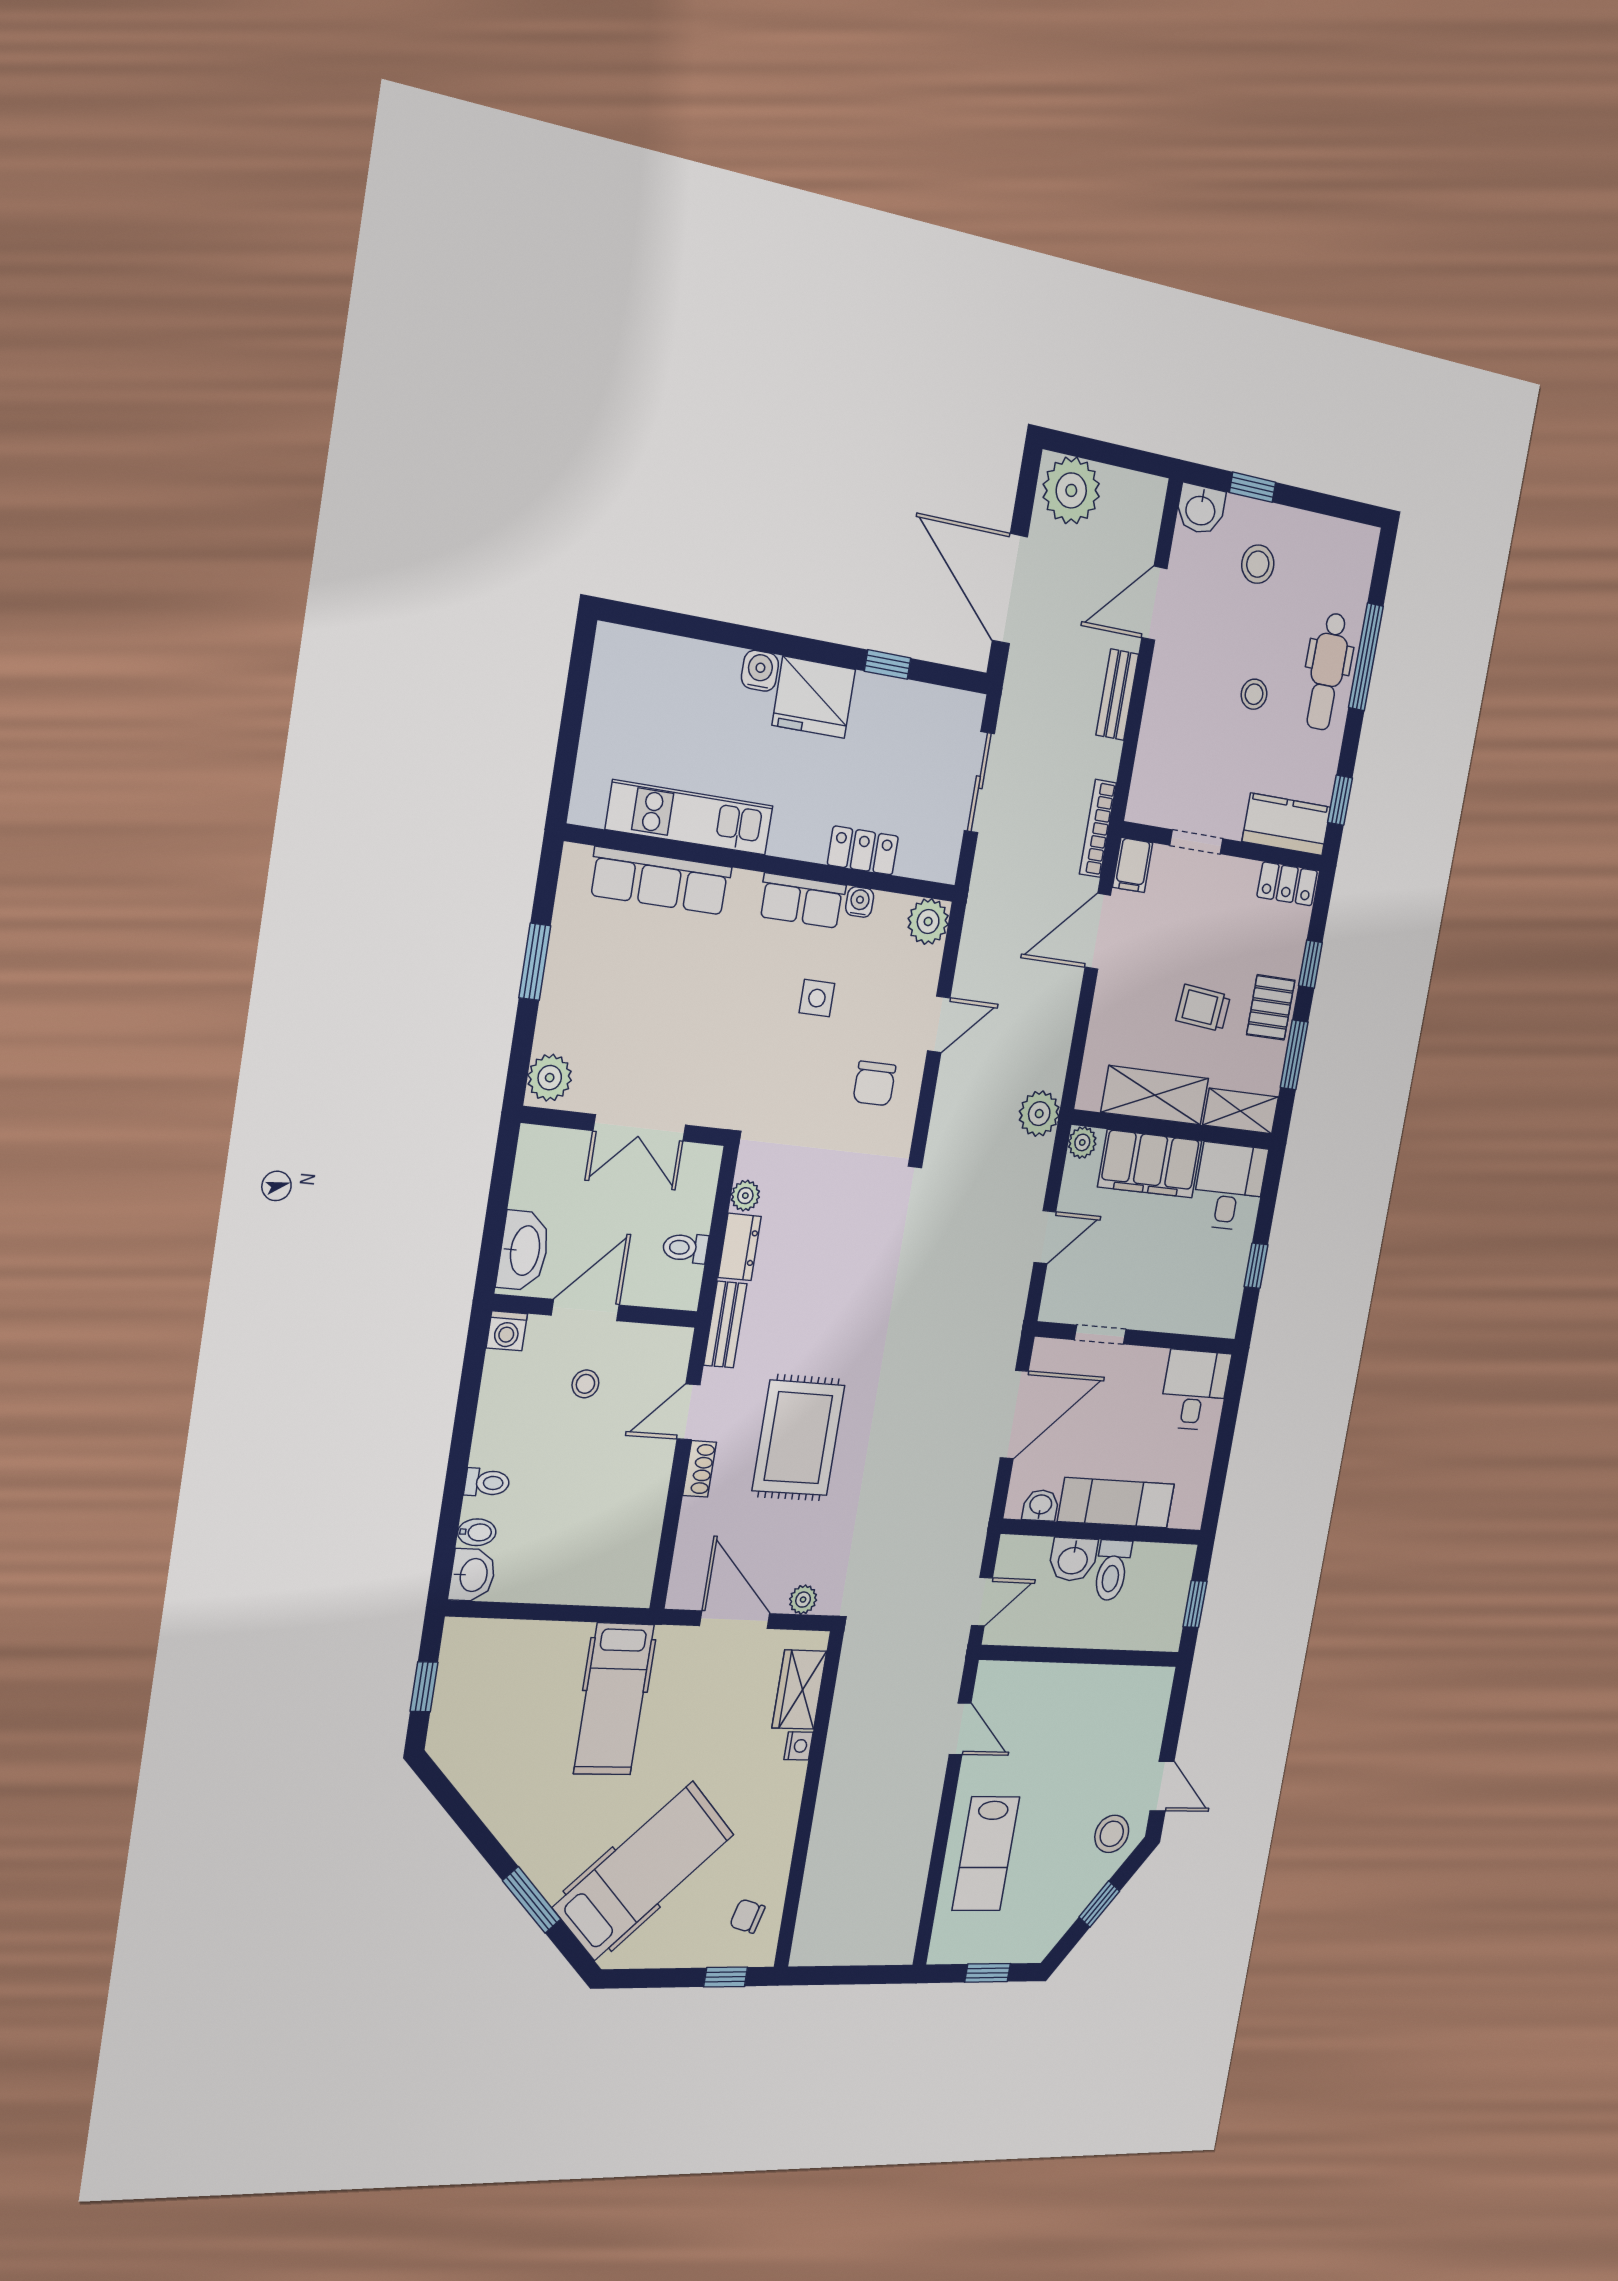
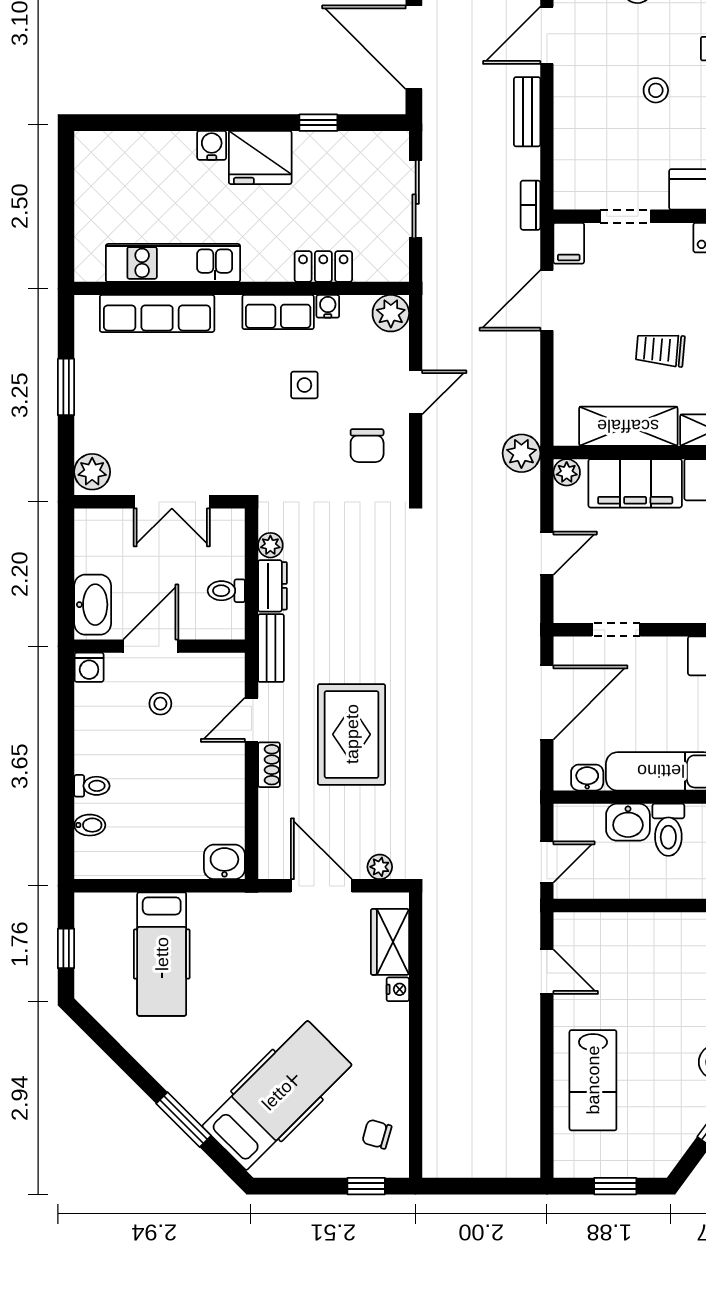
bookcase: (1098, 828) -> (530, 205), width x0.64
washbasin: (472, 1575) -> (224, 862), moved, turned -90
hospital bed: (614, 1699) -> (162, 954), moved

